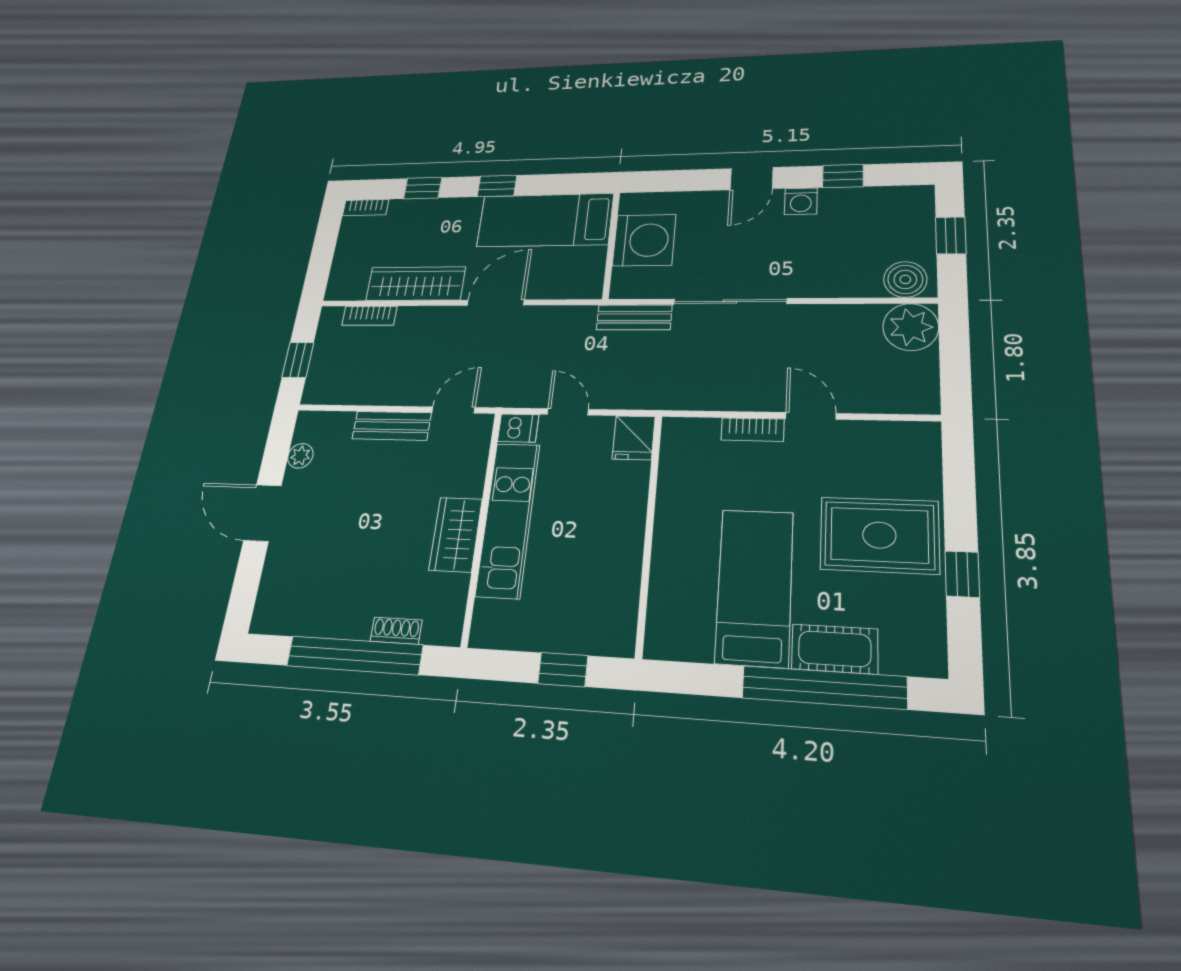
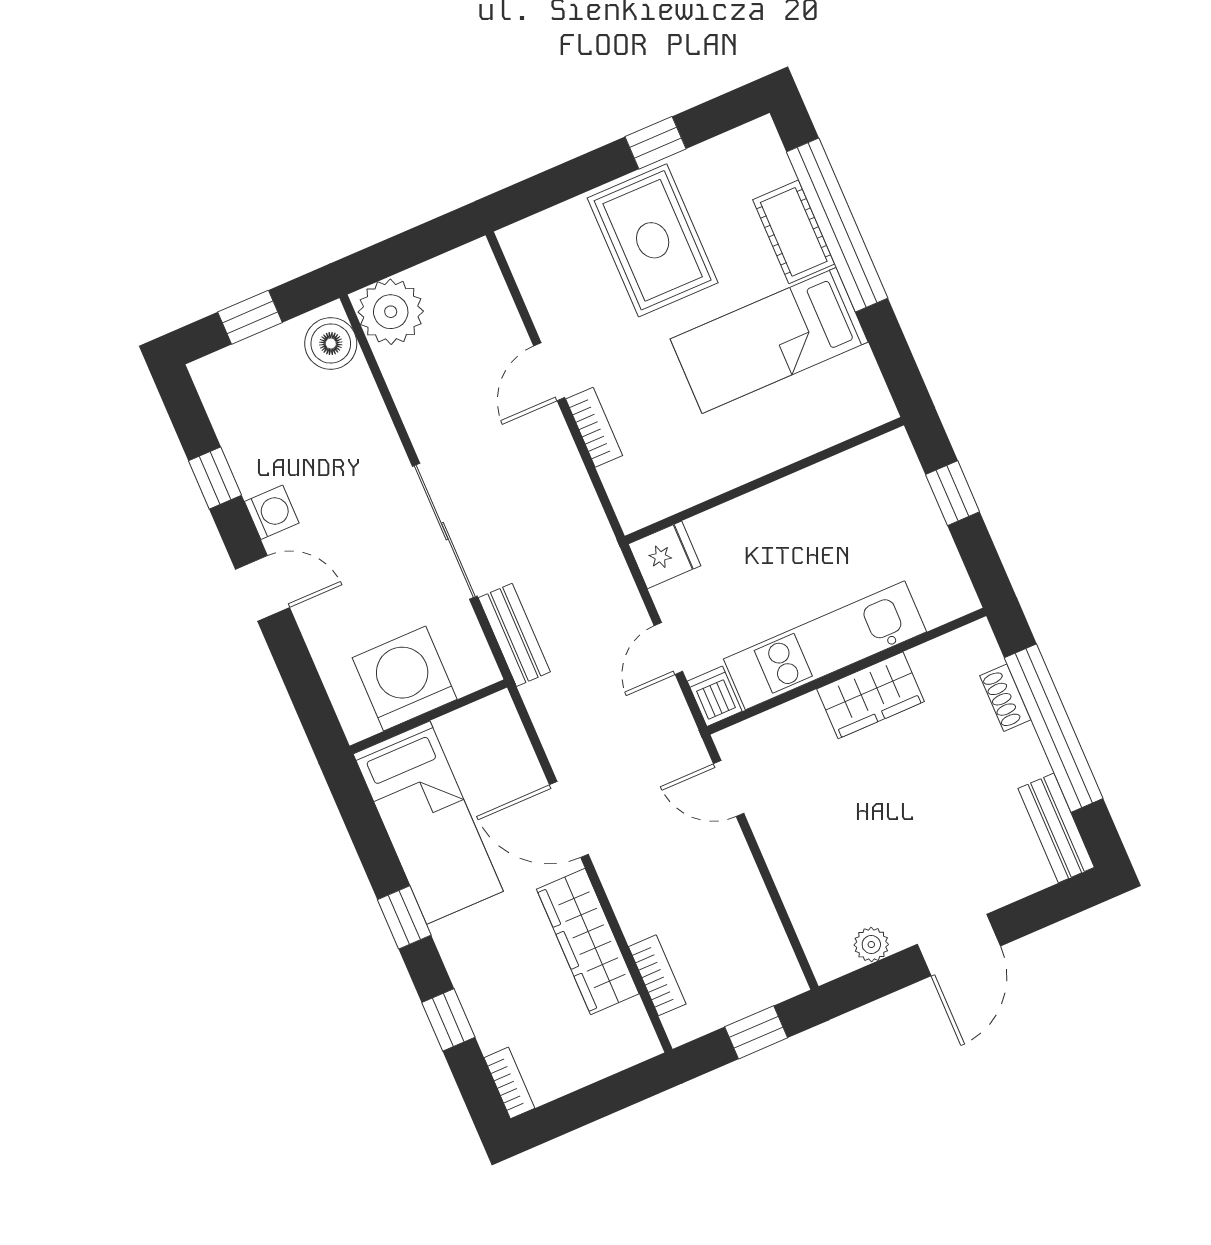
bench: (392, 426) -> (1056, 828), moved

